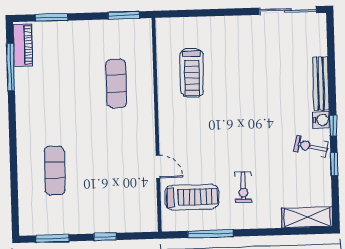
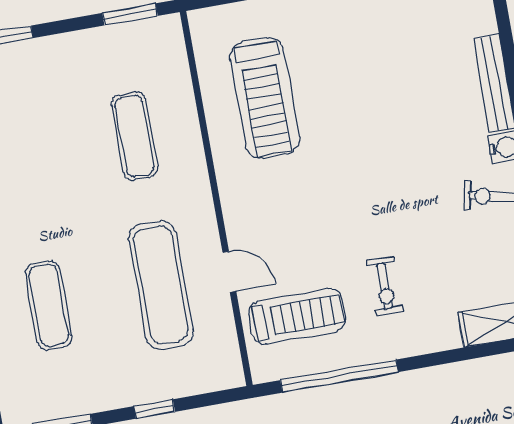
treadmill: (192, 73) -> (265, 98), width x1.37, depth x1.37
exercise mat: (119, 168) -> (161, 285), added
window: (211, 234) -> (339, 376), width x1.46

